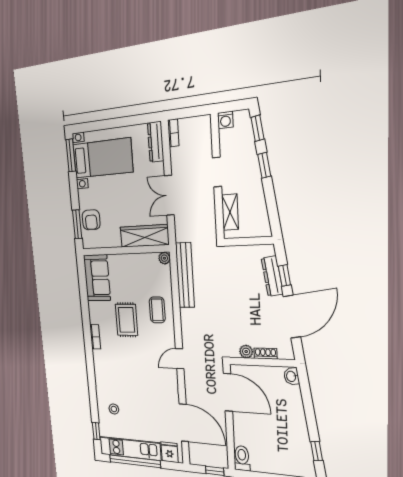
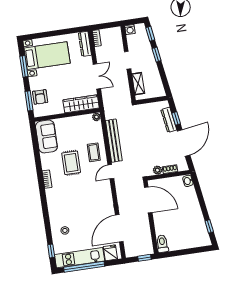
window: (71, 155) -> (24, 66), moved
double door: (169, 195) -> (97, 76), swing flipped
bench: (185, 275) -> (114, 141), moved
door: (180, 359) -> (111, 172), moved
door: (184, 423) -> (119, 228), swing flipped

